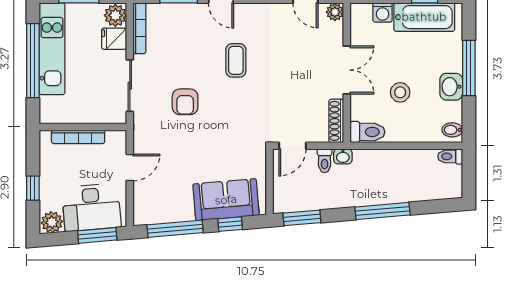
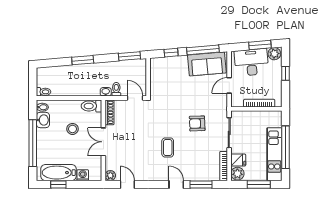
window: (469, 68) -> (33, 143), width x1.46
washbasin: (451, 87) -> (43, 120), moved
armchair: (185, 102) -> (197, 123), turned -92
door: (292, 146) -> (135, 98), hinge flipped
sofa: (226, 200) -> (207, 64), moved
window: (382, 211) -> (83, 60), width x0.69
window: (97, 235) -> (260, 45), moved

